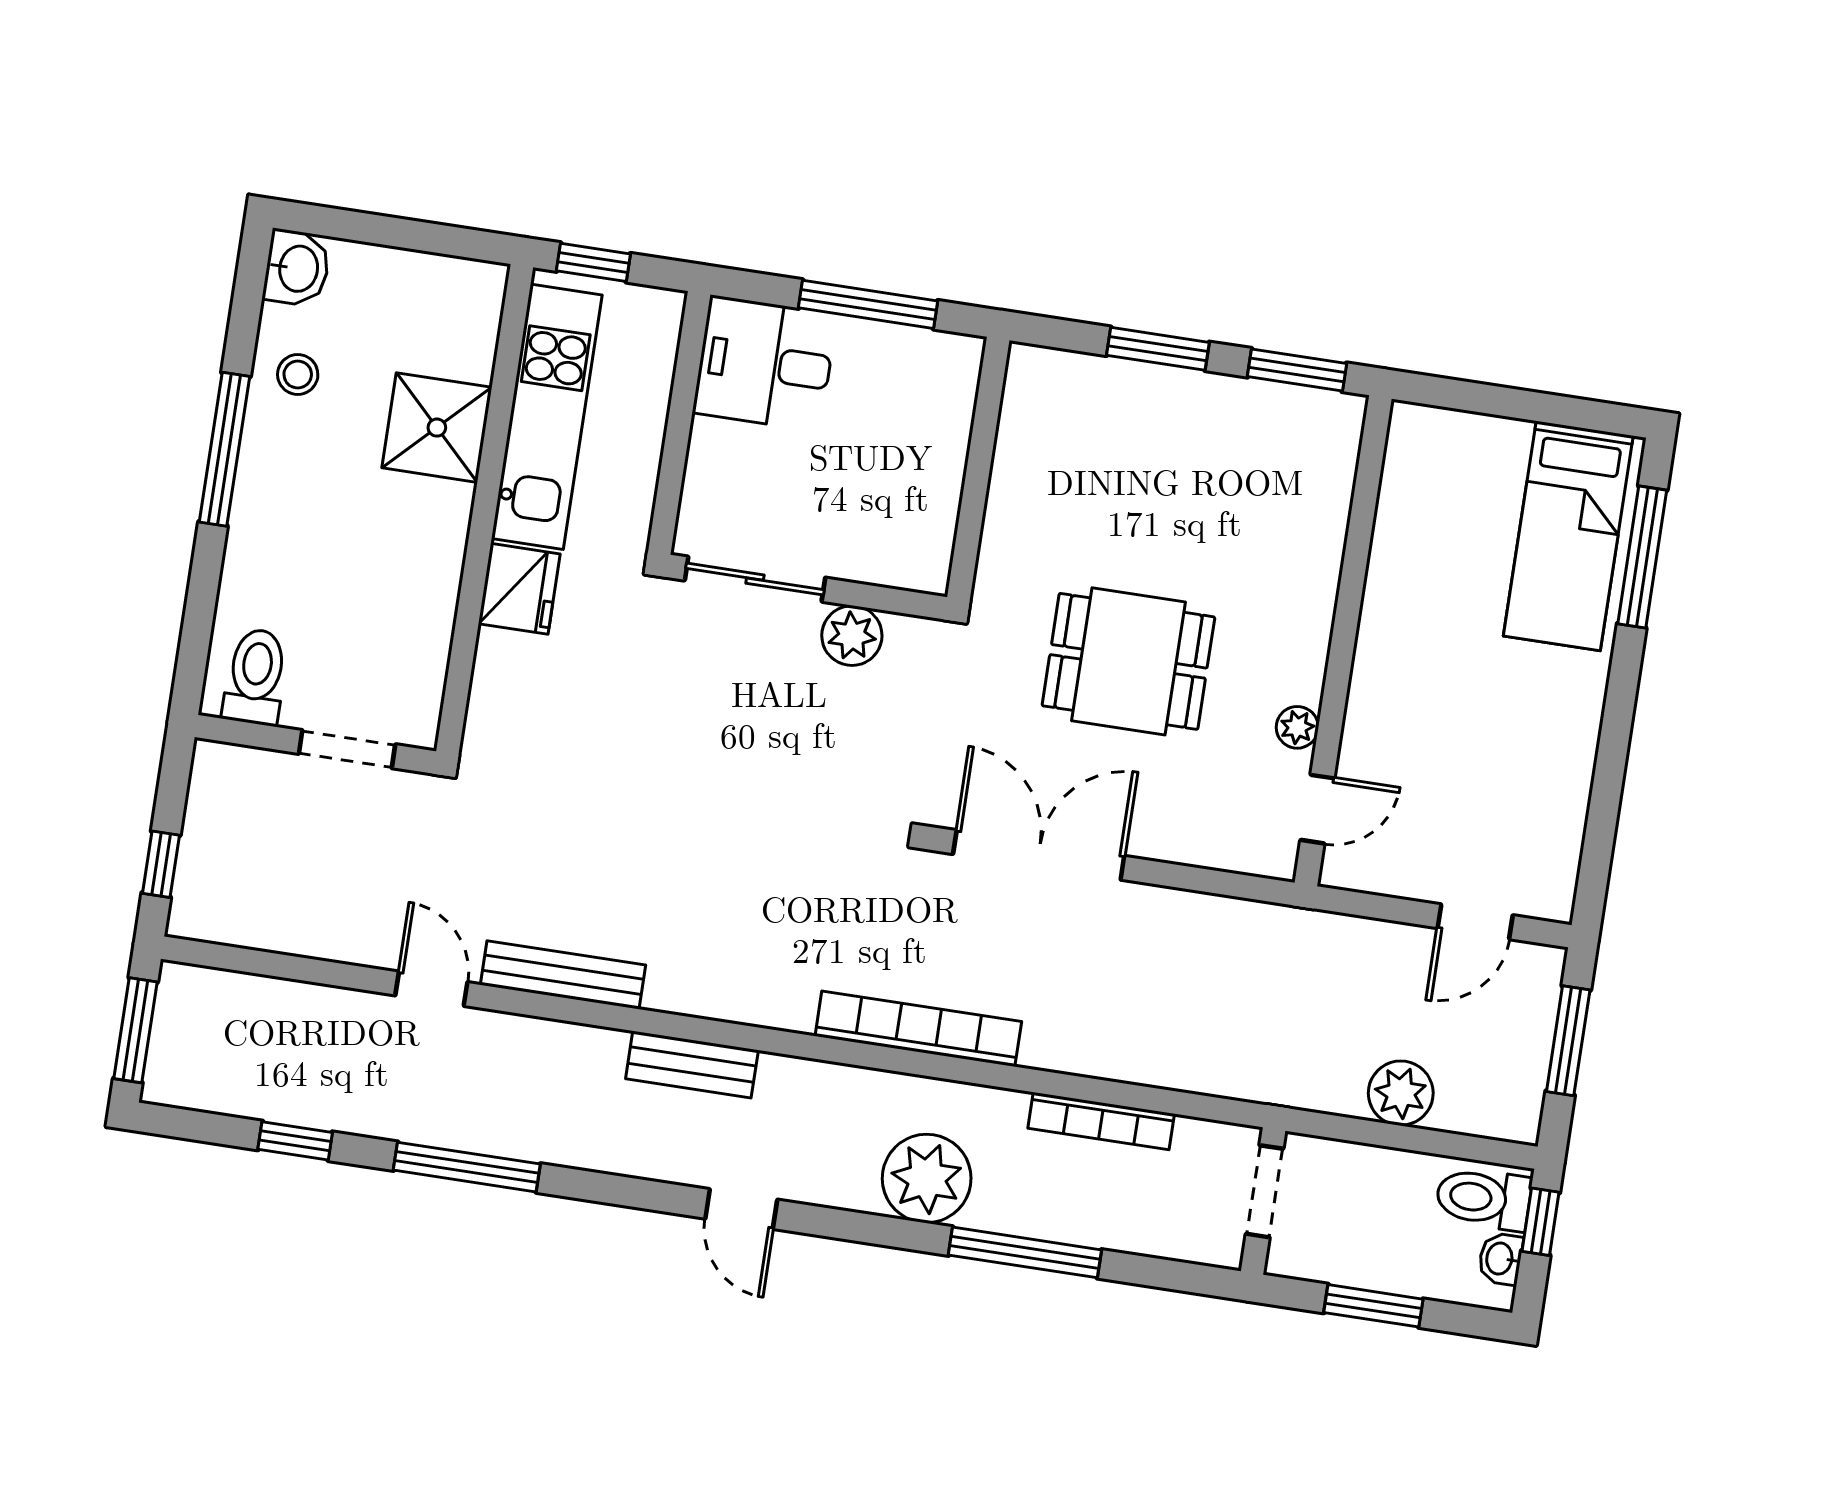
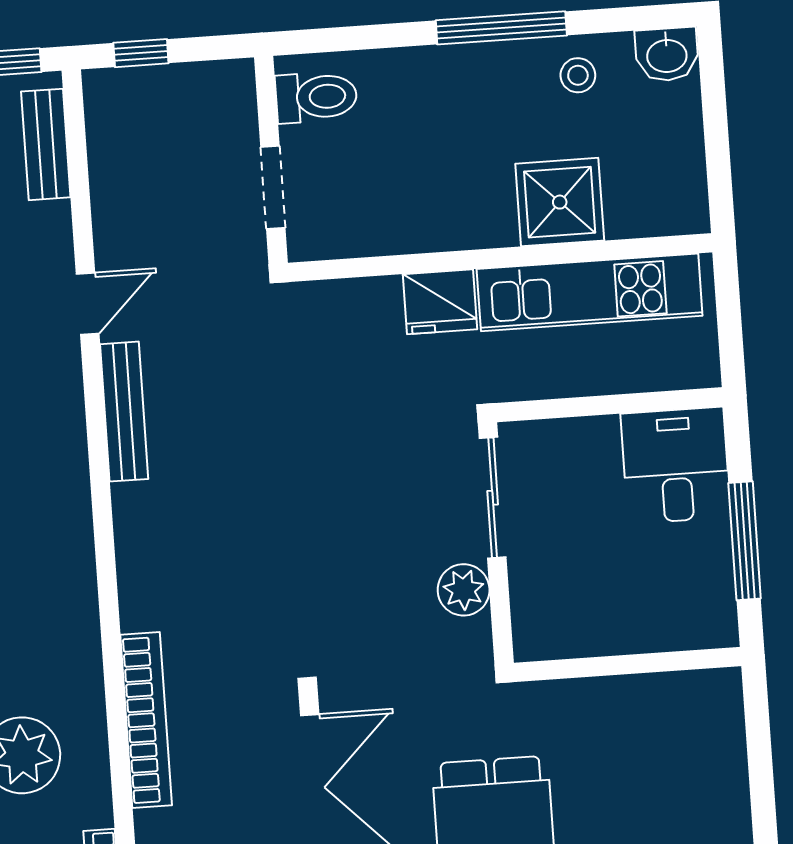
window: (593, 262) -> (728, 302), removed
window: (1158, 349) -> (762, 793), removed
bench: (692, 1064) -> (46, 144), moved

